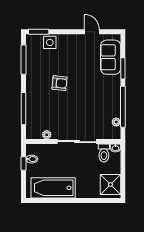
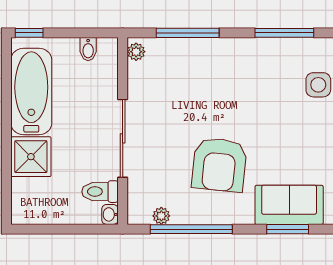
window: (123, 68) -> (288, 229), moved
armchair: (60, 83) -> (219, 165), moved, width x1.88, depth x1.88
plant: (47, 135) -> (136, 52), moved
window: (23, 164) -> (29, 33), moved
shower: (110, 185) -> (31, 157), moved

